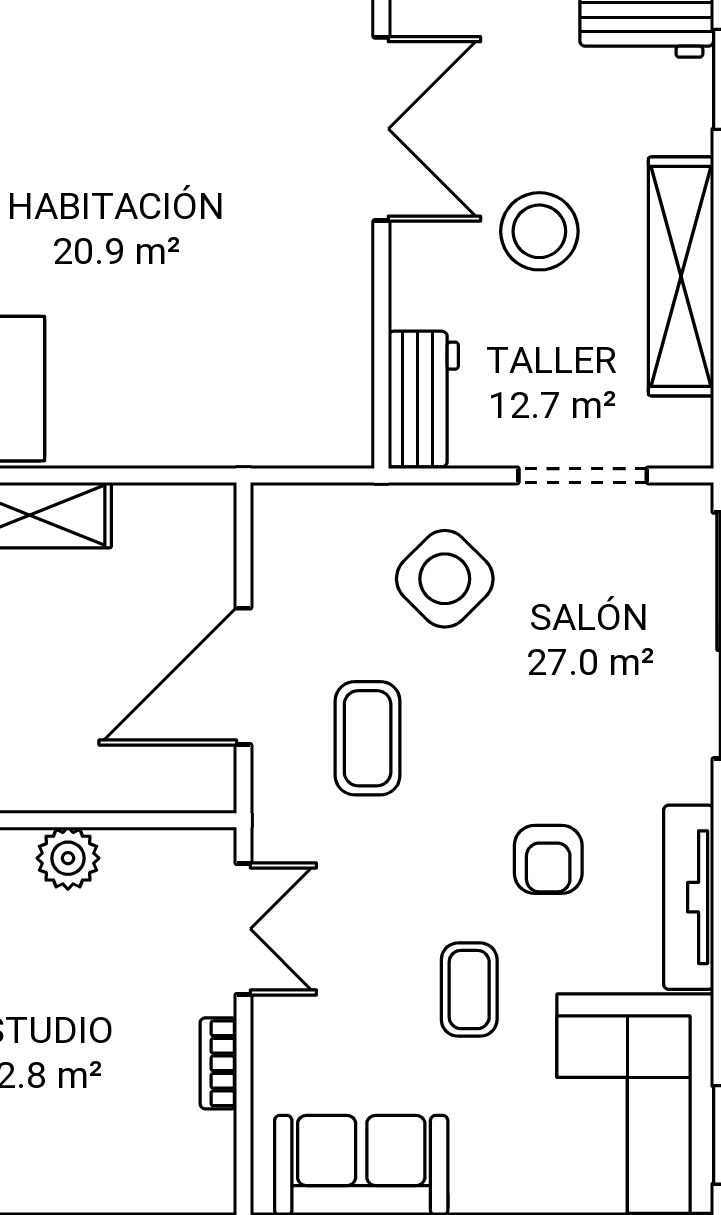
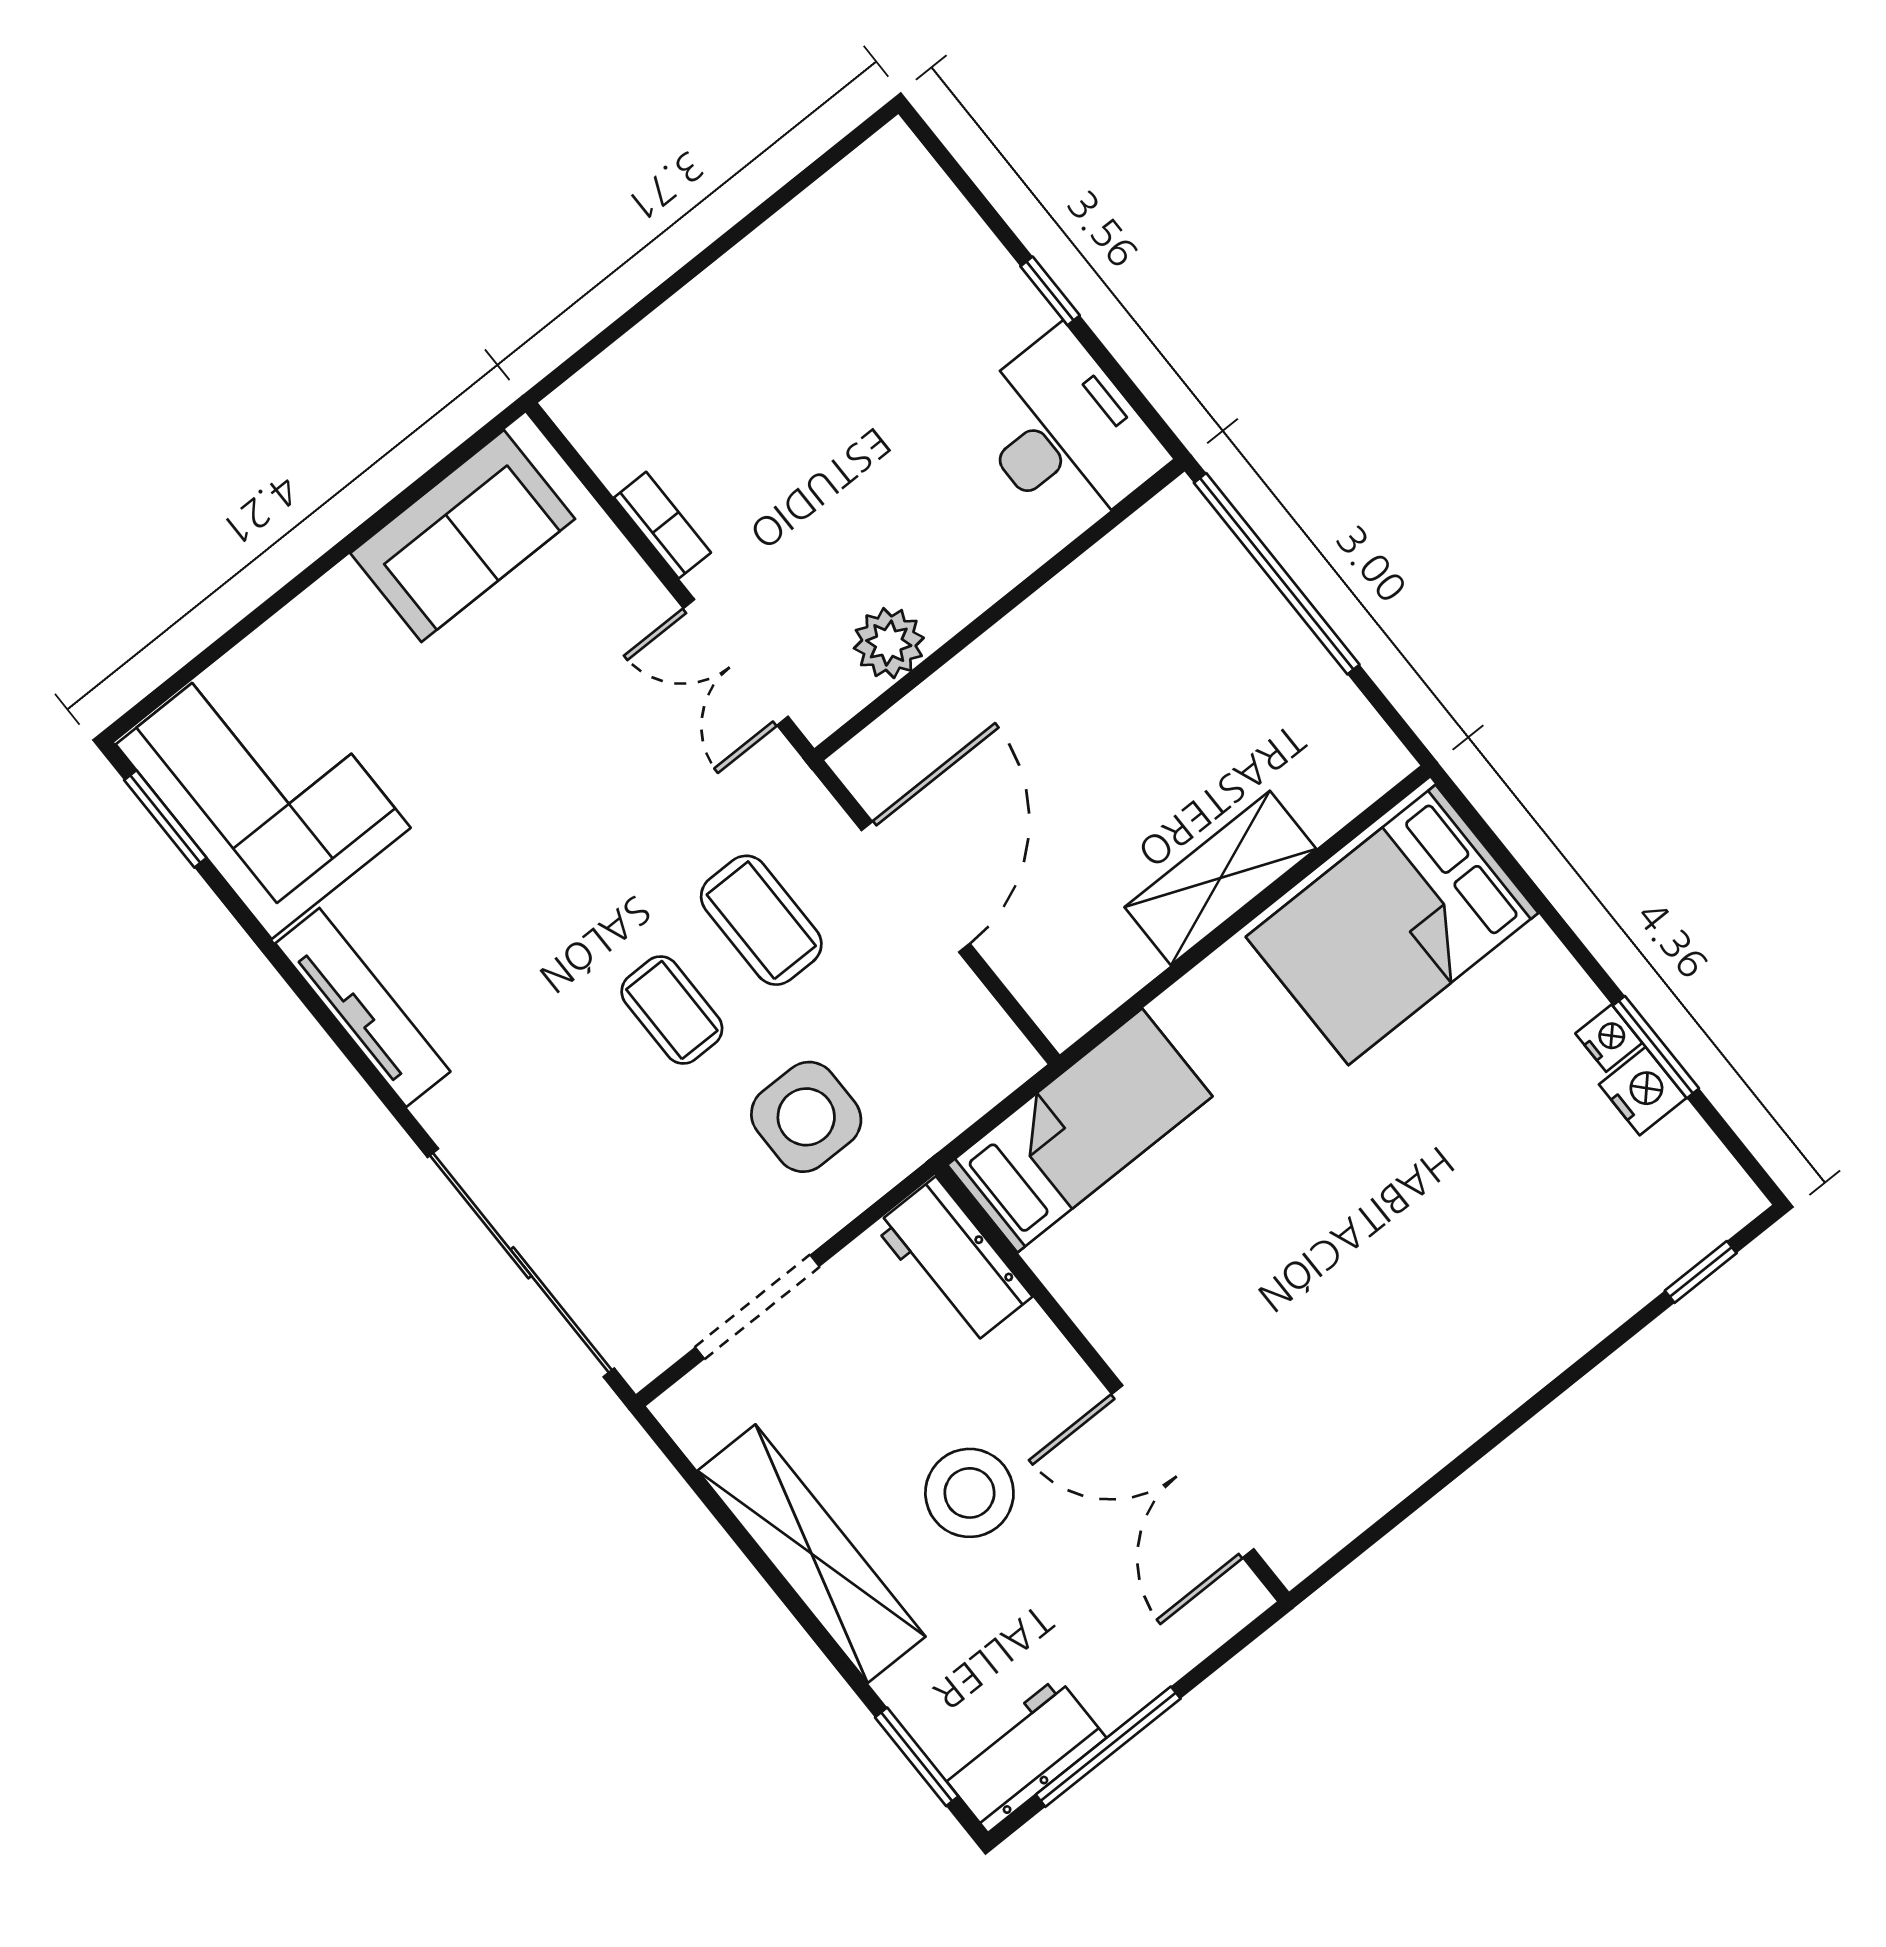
bed: (265, 419) -> (1080, 1131), added
side table: (445, 579) -> (806, 1117), turned 45
plant: (68, 858) -> (889, 643), moved
armchair: (548, 859) -> (514, 941), removed
coffee table: (469, 990) -> (672, 1010), moved

